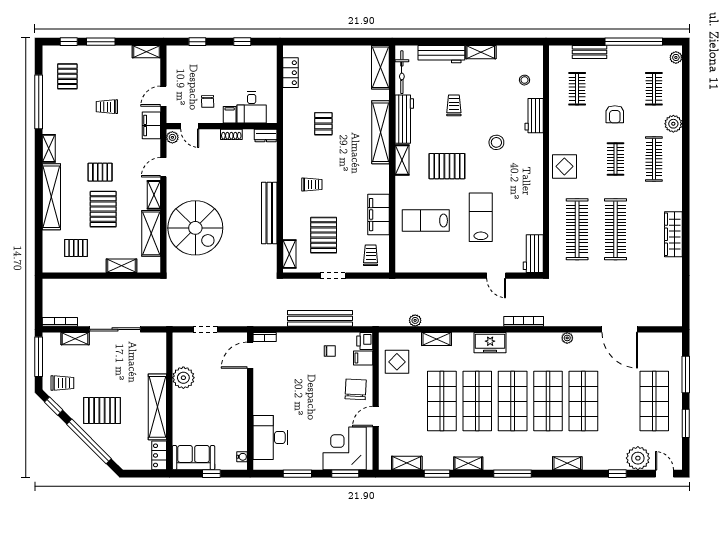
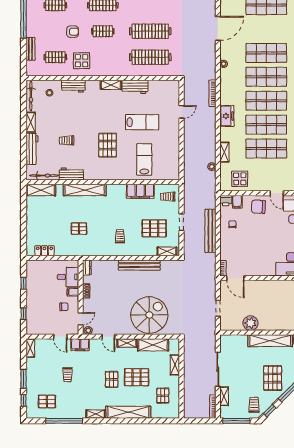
bicycle: (520, 53) -> (31, 96), added
workbench: (404, 119) -> (71, 174), width x0.73
stool: (496, 142) -> (92, 112), removed
shelving: (402, 160) -> (111, 85), moved
display table: (564, 166) -> (82, 61), moved
lab bench: (481, 217) -> (142, 122), turned 180
lab bench: (426, 221) -> (144, 159), turned 180
workbench: (533, 254) -> (135, 87), moved

